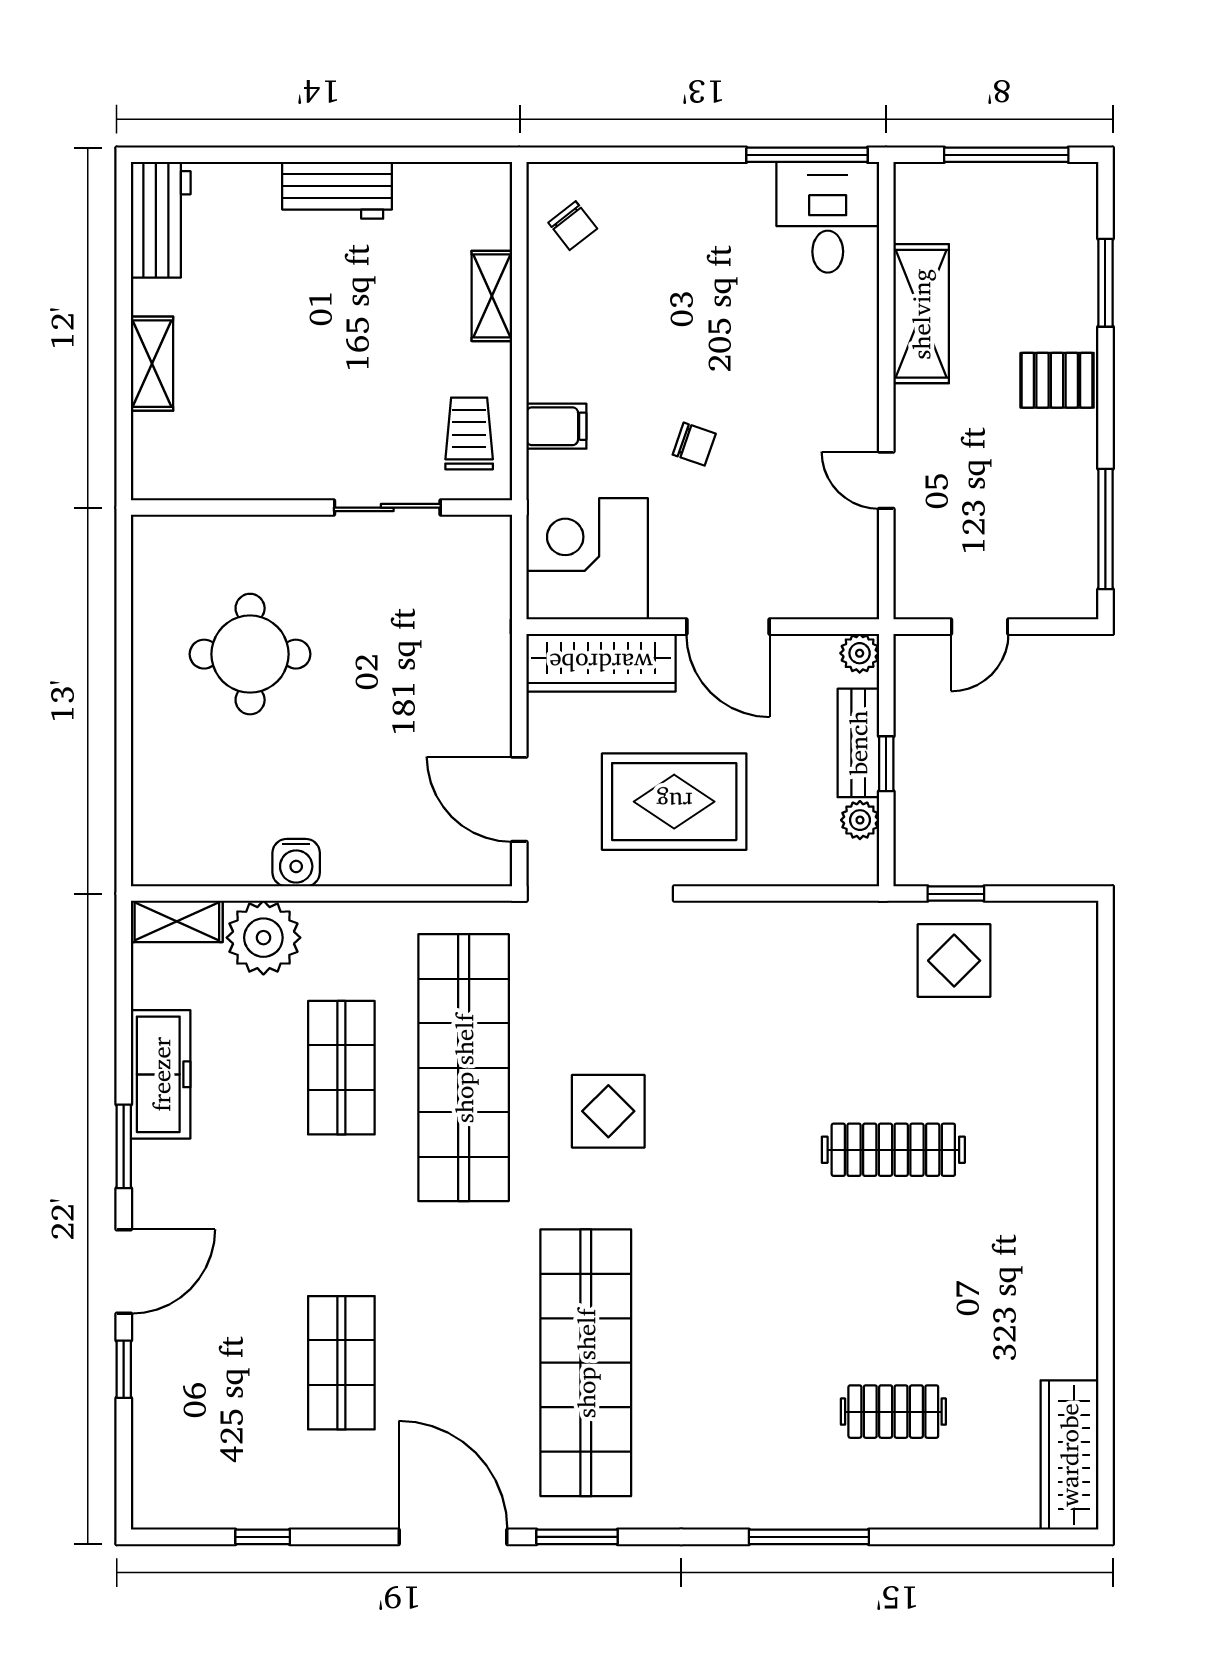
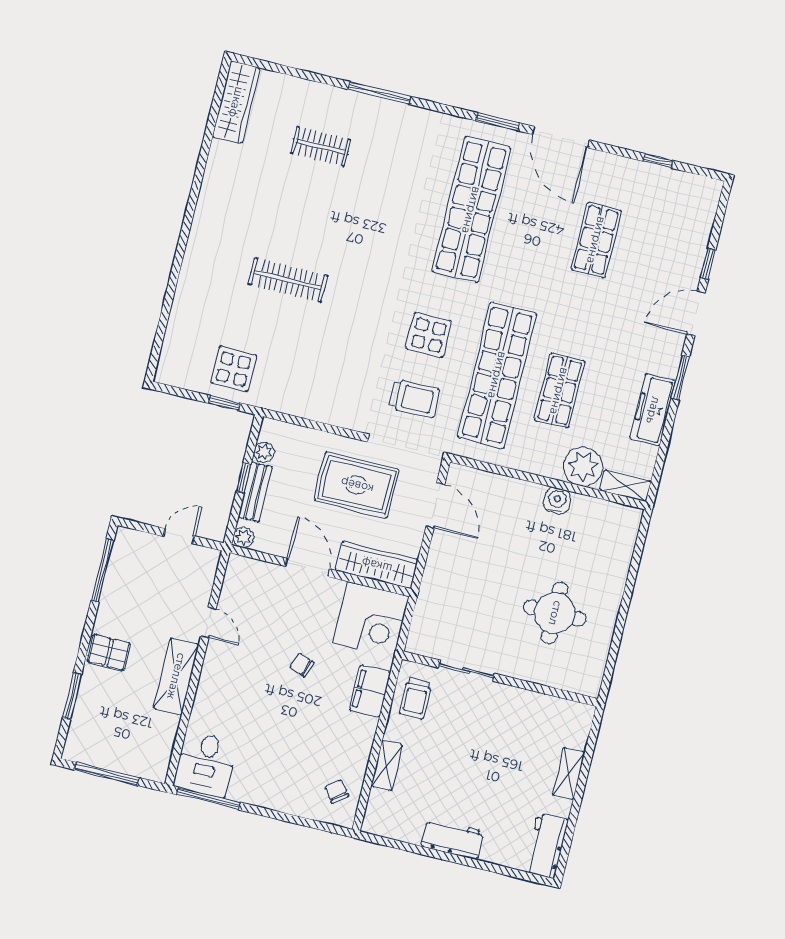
shelving: (921, 314) -> (176, 676), moved
filing cabinet: (556, 426) -> (370, 691), width x2.00
trolley: (606, 988) -> (414, 398), added

